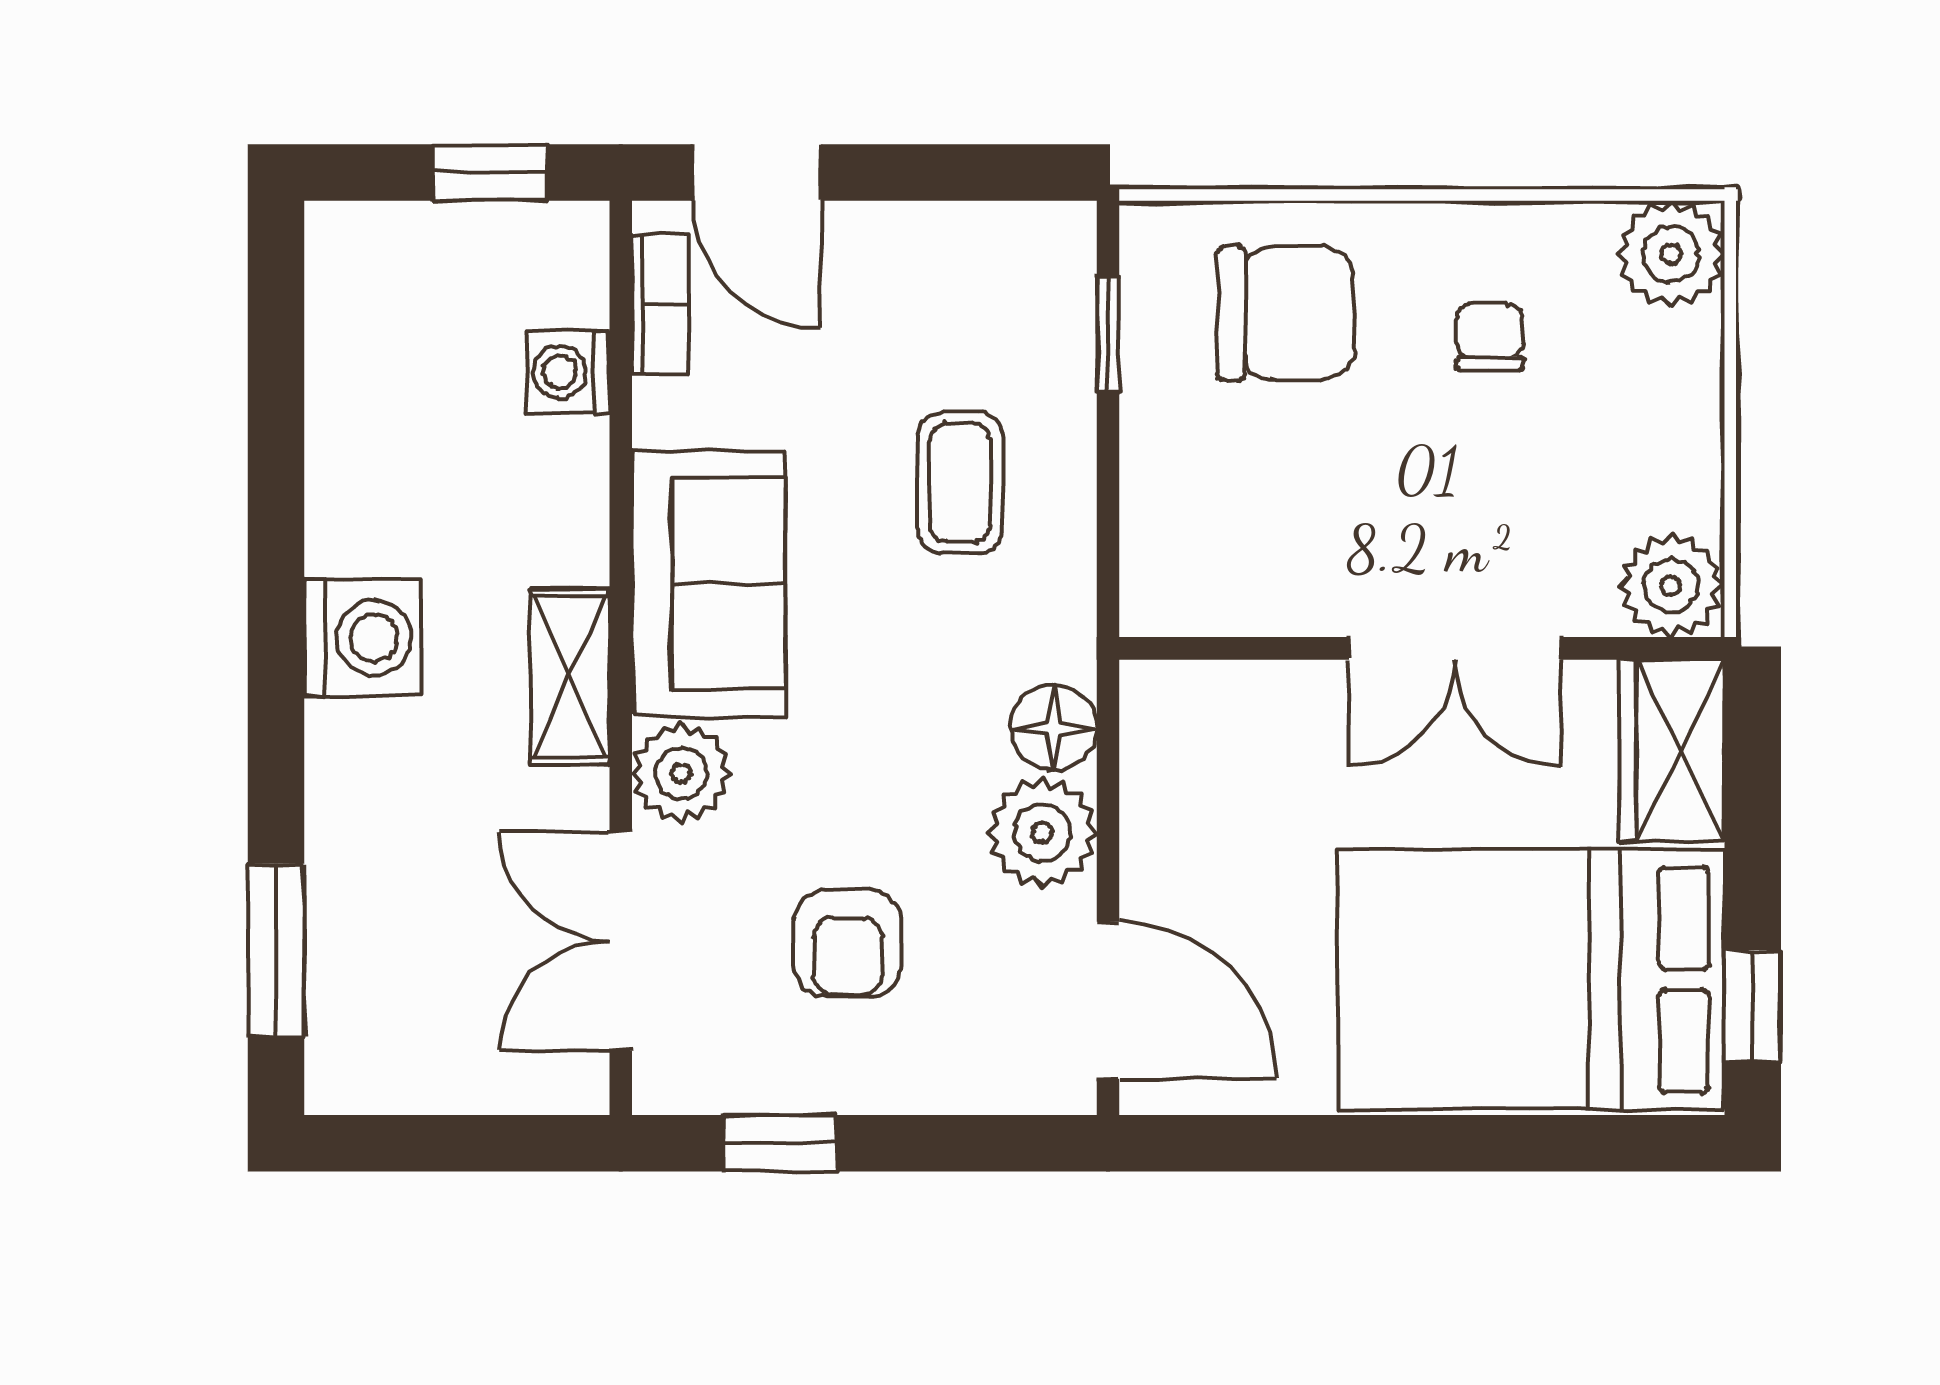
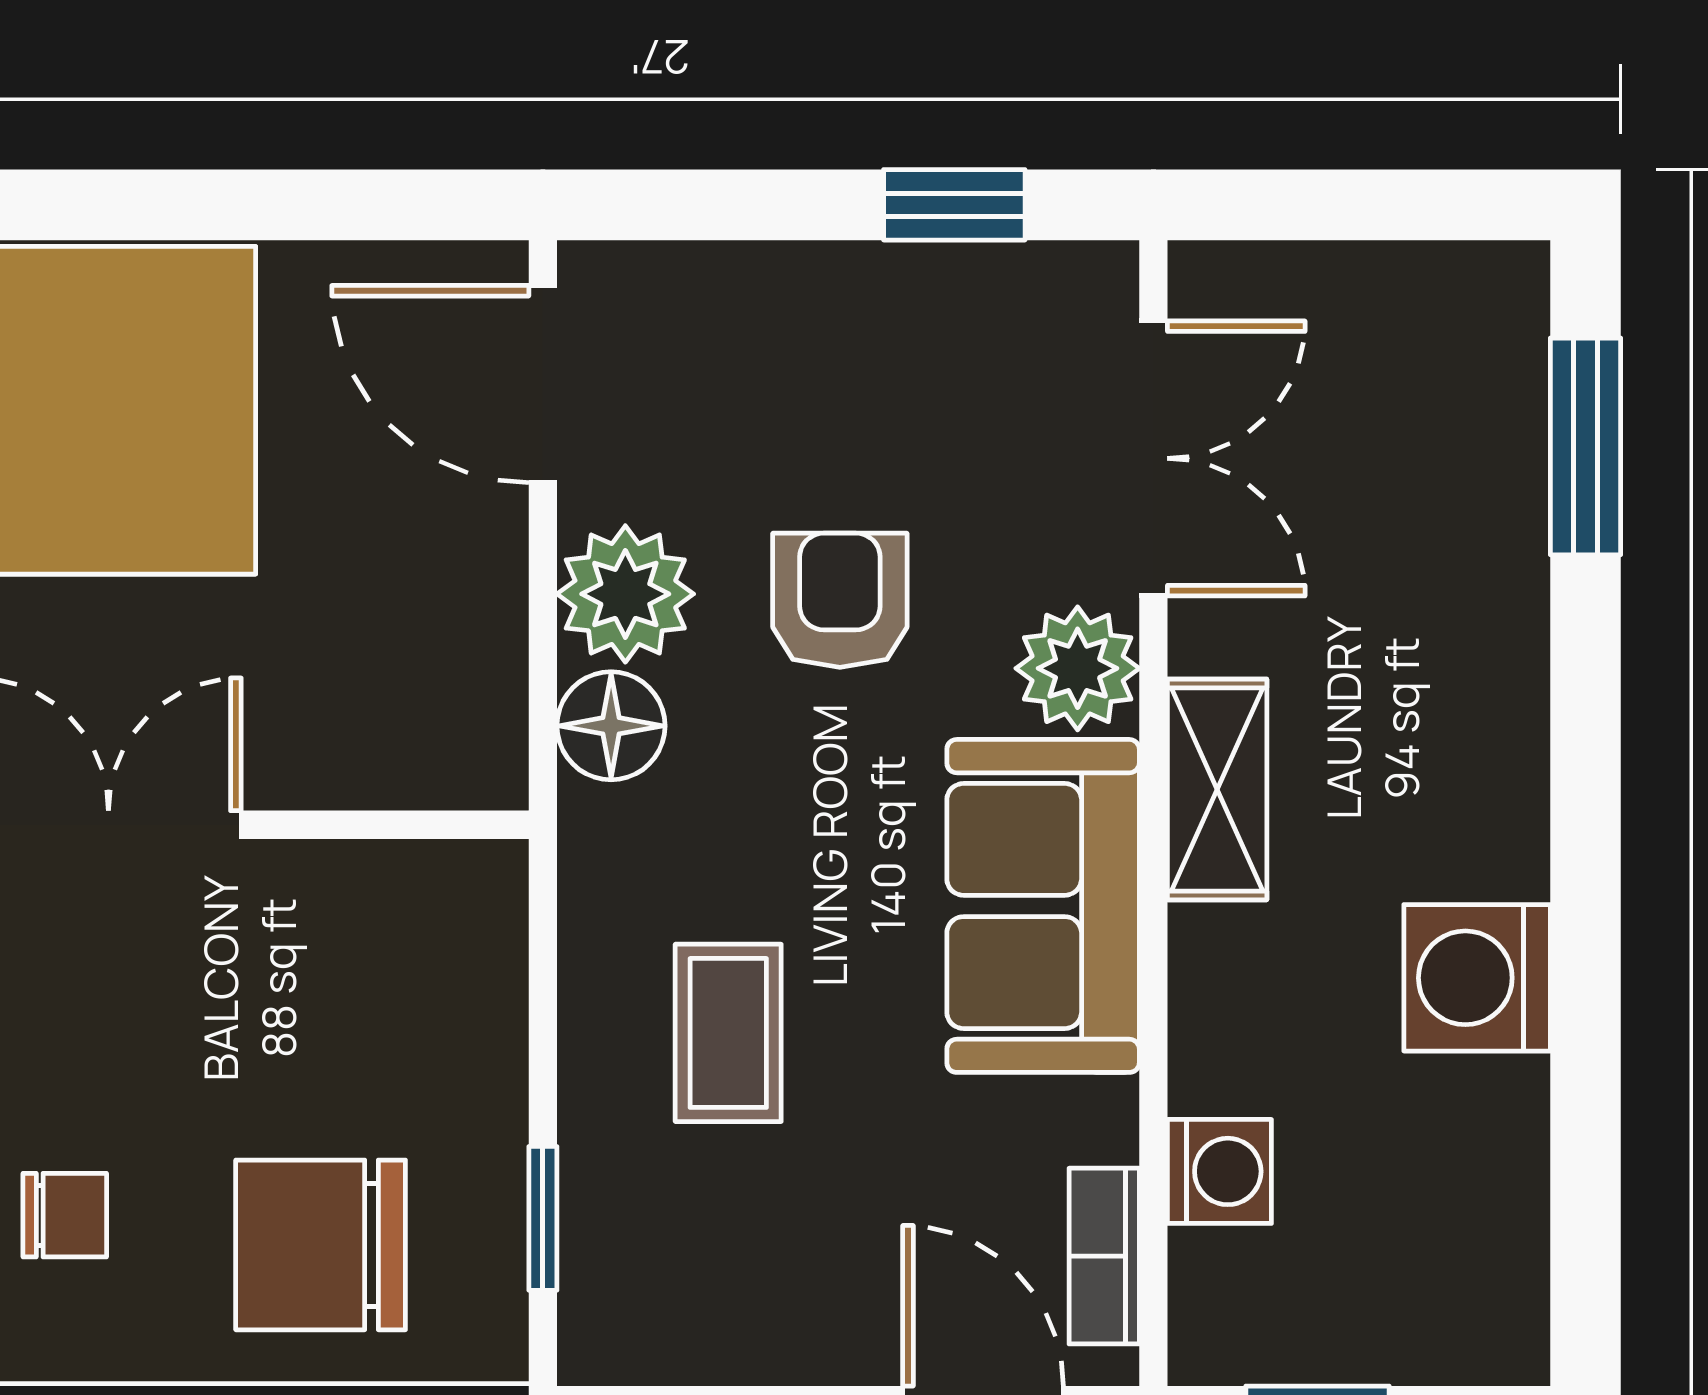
chair: (1490, 337) -> (65, 1215), turned -90
washing machine: (362, 637) -> (1477, 978), moved
armchair: (848, 943) -> (840, 600), moved

